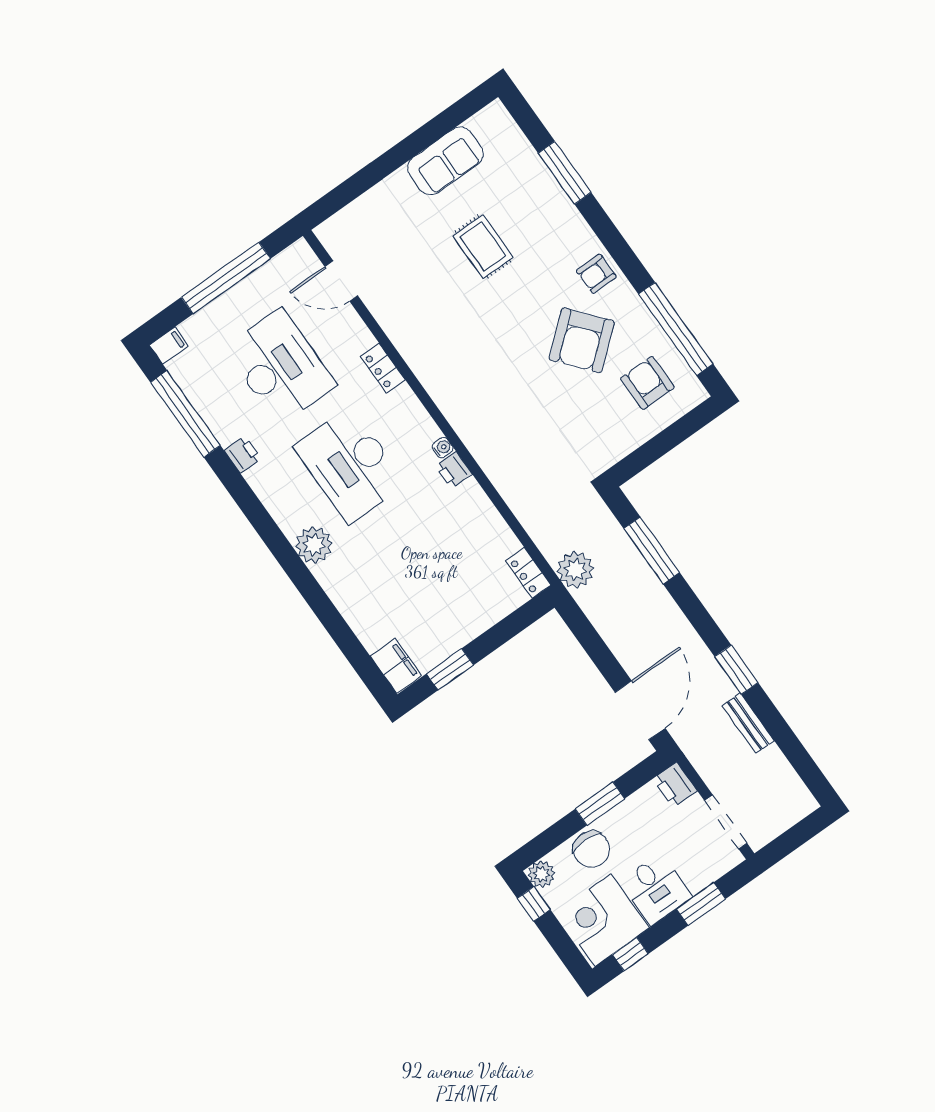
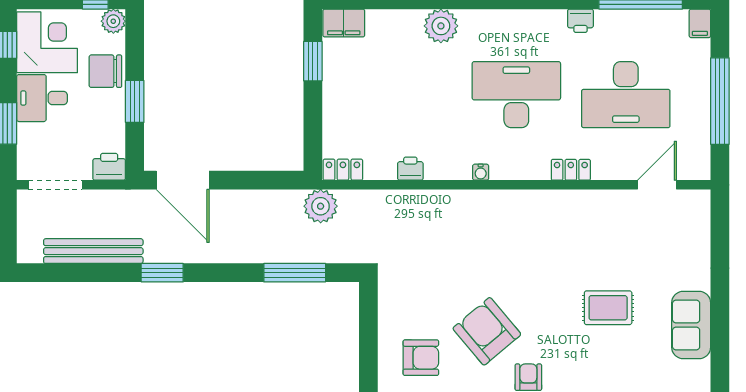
printer: (454, 470) -> (410, 169), moved
plant: (314, 545) -> (441, 26), moved
bench: (748, 723) -> (93, 251), width x1.86, depth x1.21

